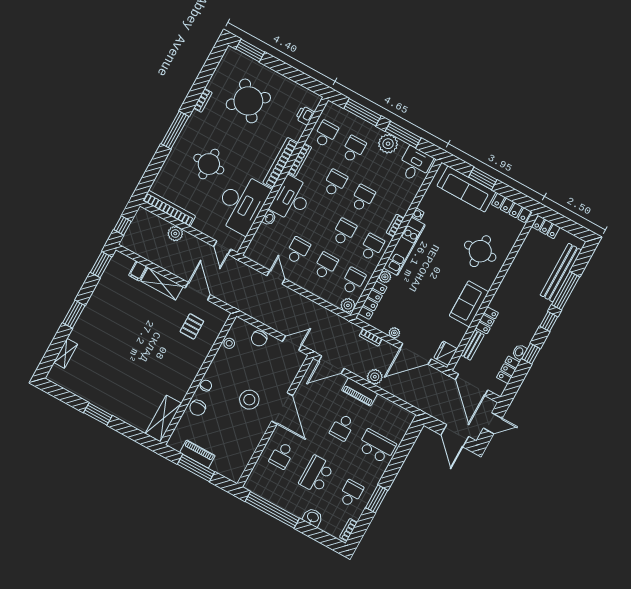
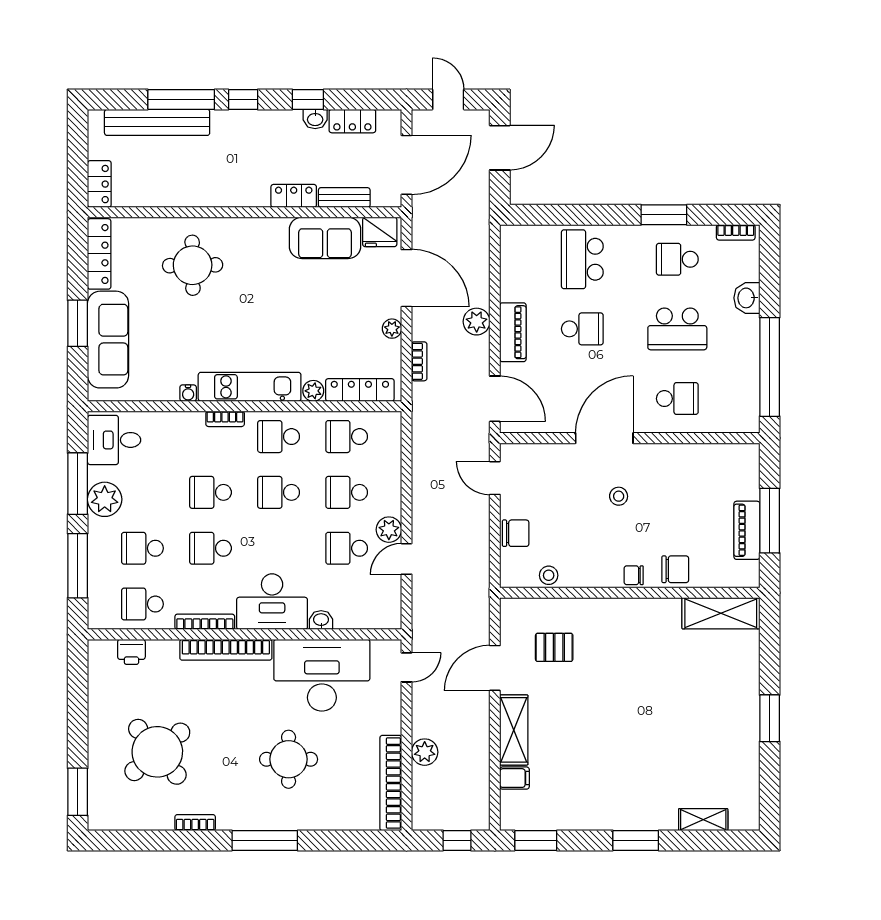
sofa: (469, 304) -> (325, 238), moved
plant: (348, 305) -> (389, 530), moved
stool: (249, 400) -> (619, 496), width x0.53, depth x0.53

